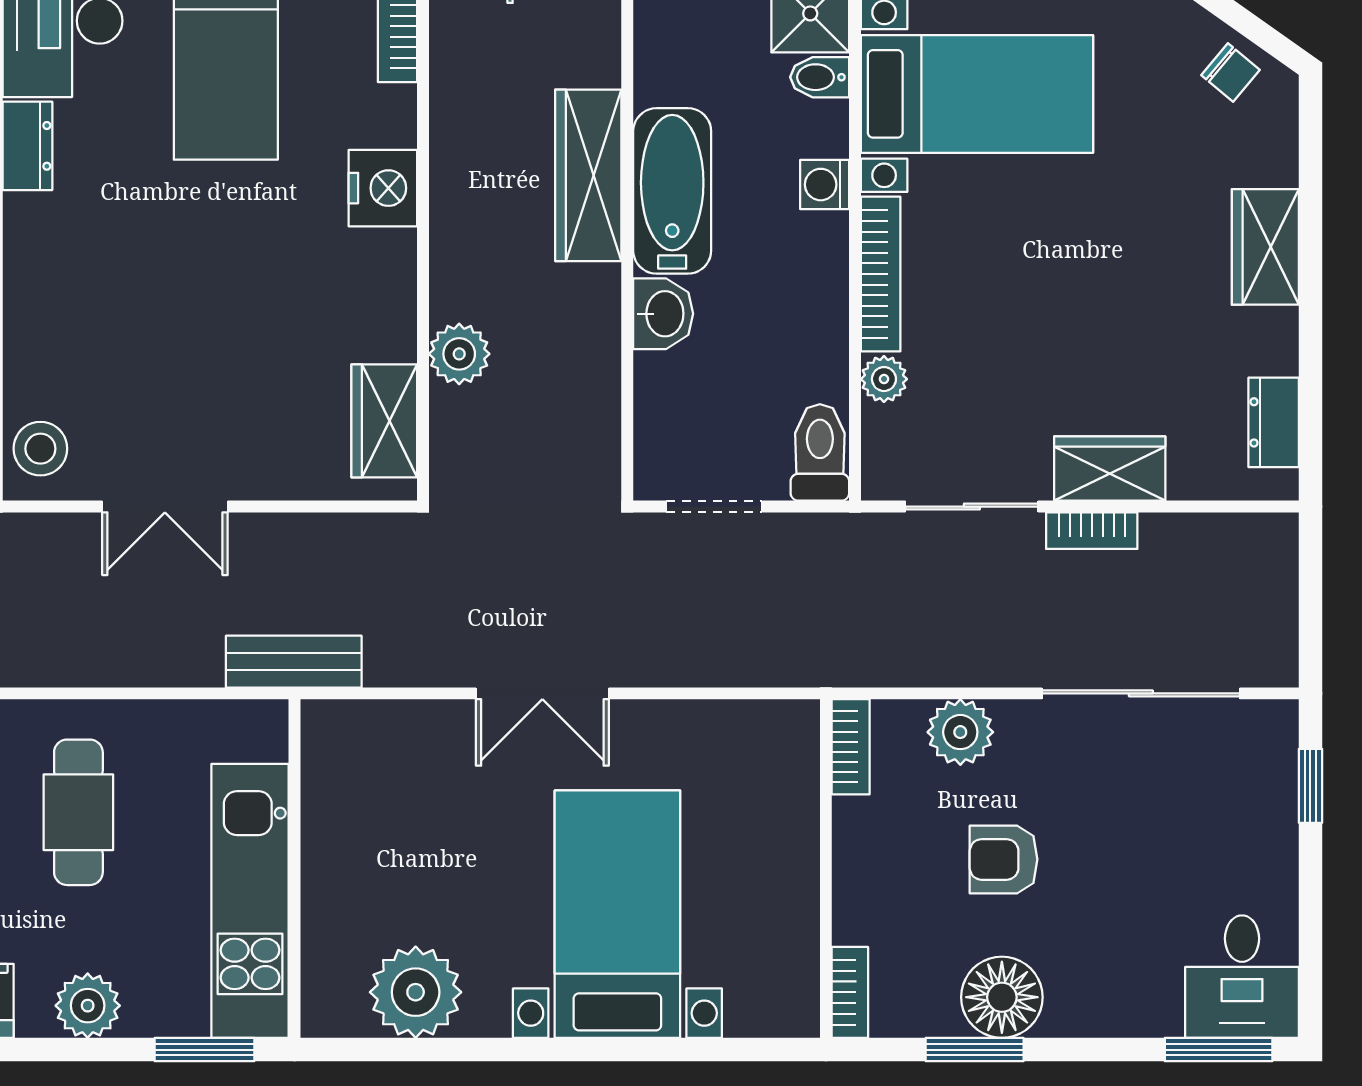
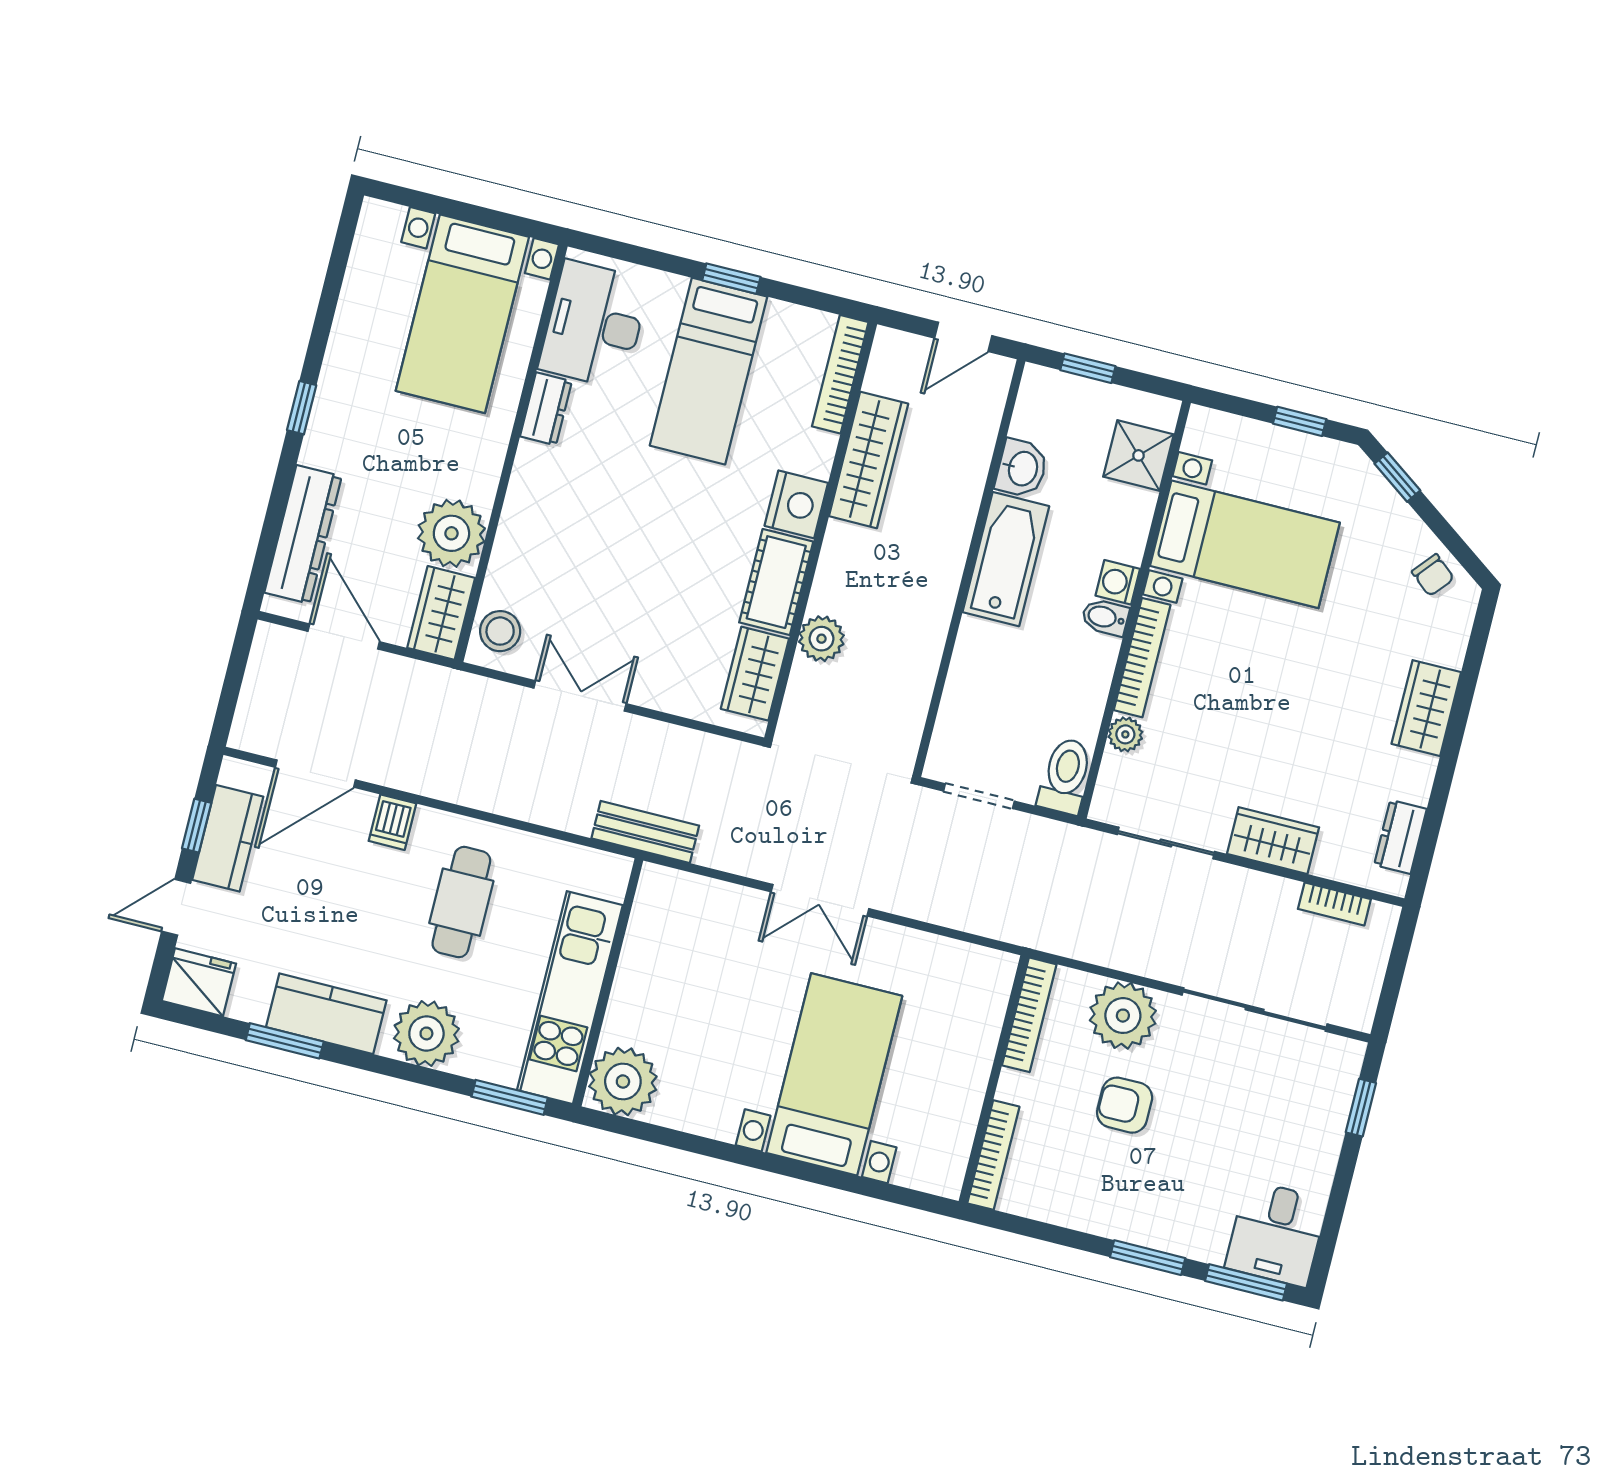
bidet: (820, 77) -> (1105, 617), moved
wardrobe: (588, 175) -> (869, 460), moved, turned 180
cot: (382, 295) -> (776, 582), added
washbasin: (663, 314) -> (1022, 468), moved
double door: (165, 507) -> (580, 696), swing flipped
bookcase: (1092, 531) -> (1334, 904), moved
plant: (960, 732) -> (1123, 1016), width x1.36, depth x1.36
bookcase: (851, 747) -> (1029, 1015), width x1.56
plant: (416, 992) -> (623, 1081), moved
bookcase: (850, 992) -> (993, 1155), width x1.56
floor lamp: (1002, 997) -> (1098, 1205), removed
plant: (88, 1006) -> (426, 1033), width x1.36, depth x1.36
window: (975, 1050) -> (1148, 1258), moved

